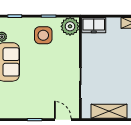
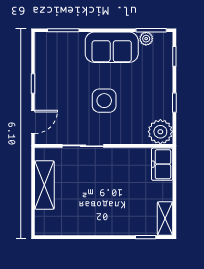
side table: (43, 35) -> (104, 101), moved

